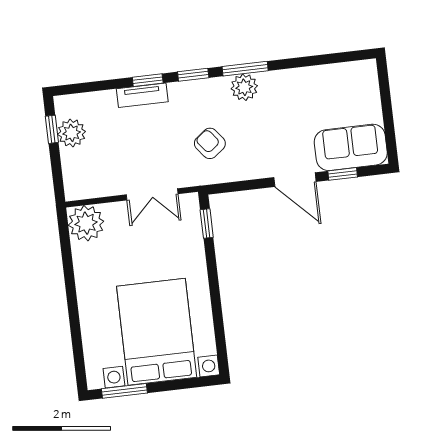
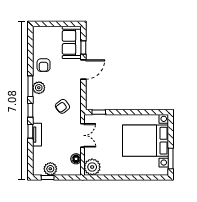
armchair: (294, 92) -> (44, 65), added
floor lamp: (100, 186) -> (76, 159), added

